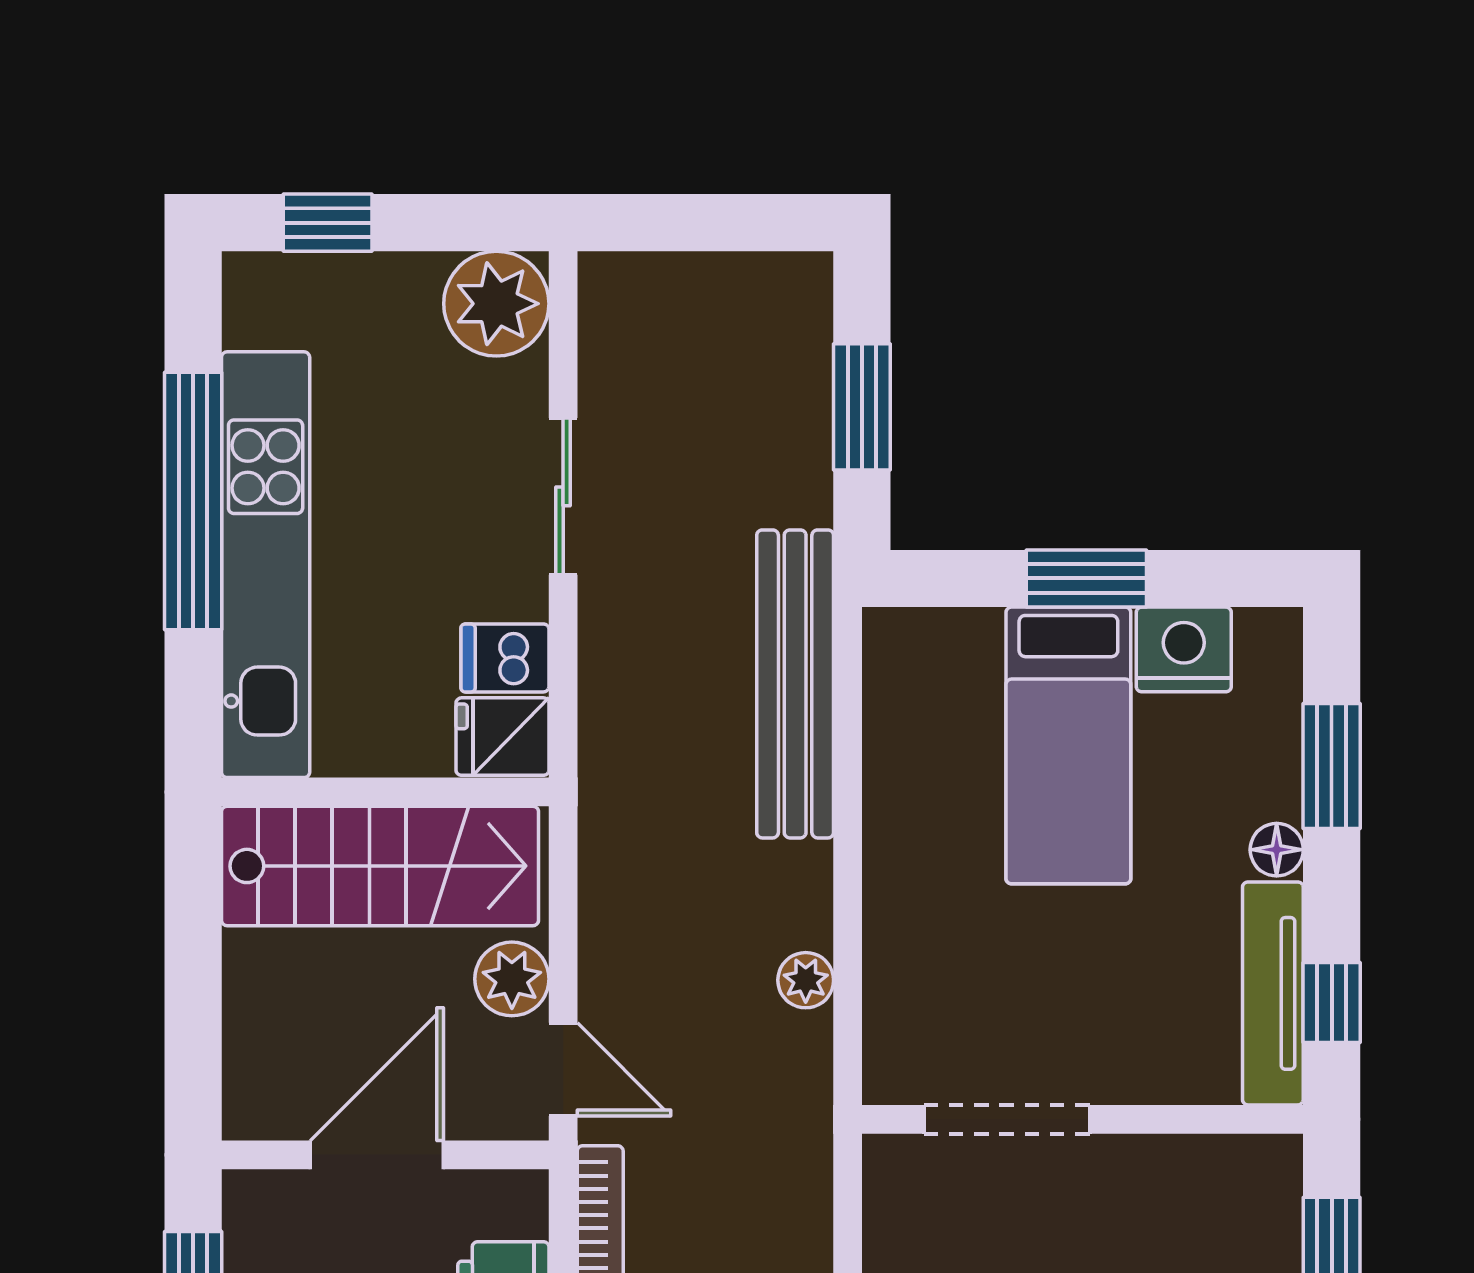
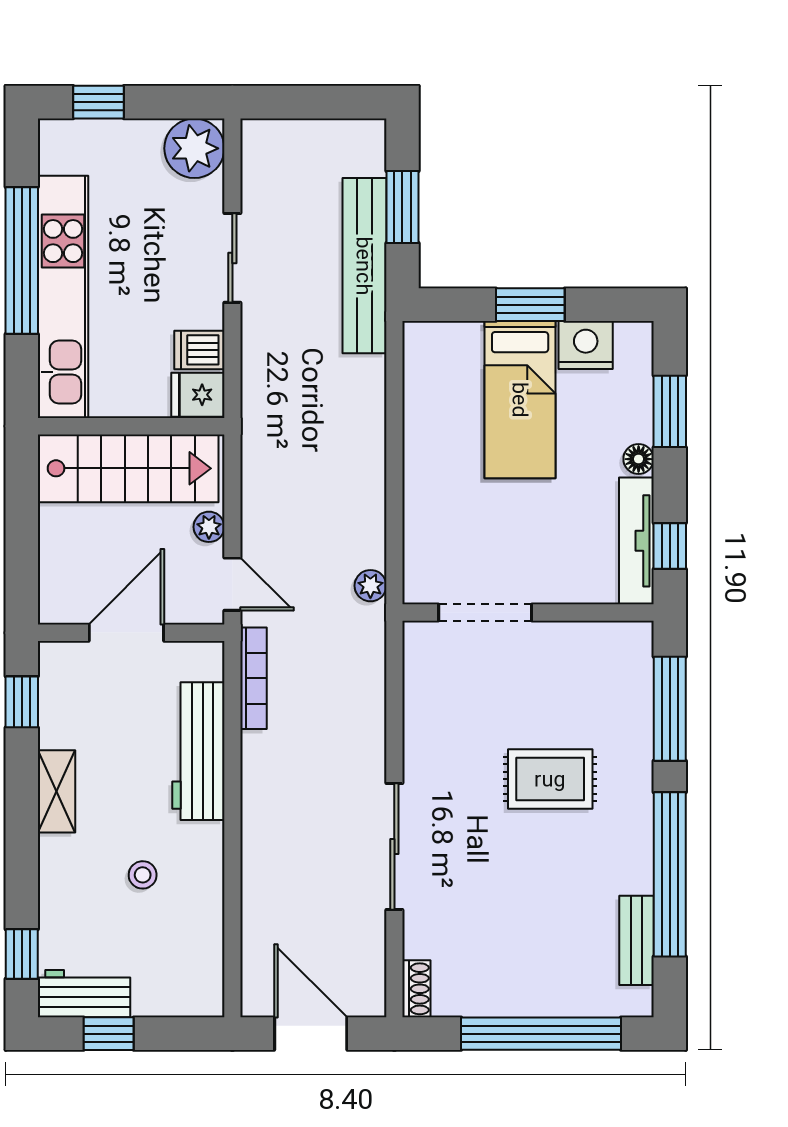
bench: (795, 684) -> (364, 266), moved
plant: (512, 979) -> (209, 527), width x0.73, depth x0.73
plant: (806, 980) -> (370, 586), moved

